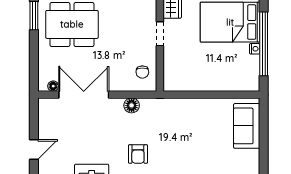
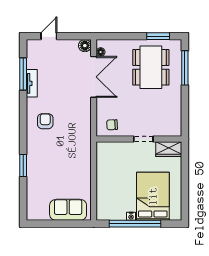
floor lamp: (132, 105) -> (85, 46), moved
door: (34, 150) -> (49, 36), swing flipped
armchair: (138, 154) -> (45, 121), turned 90

